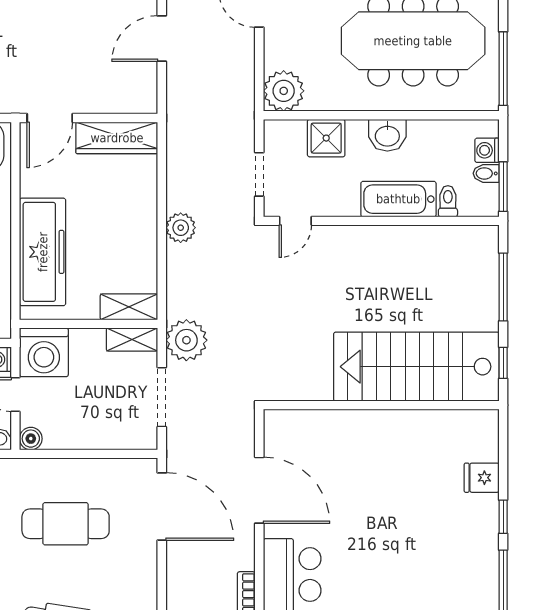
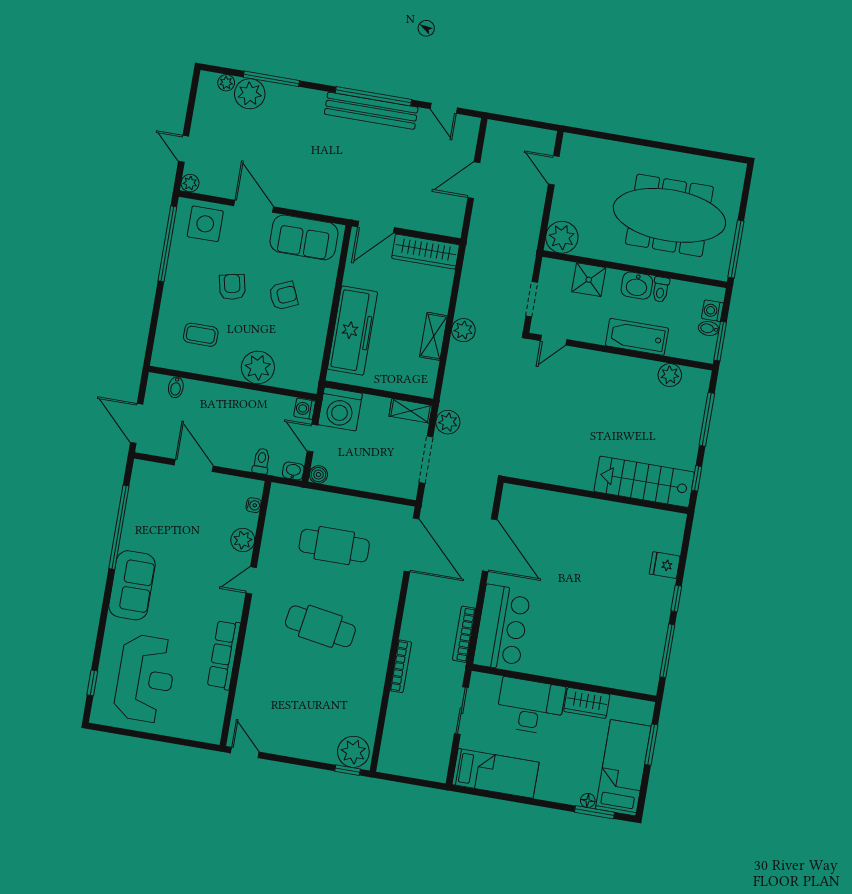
toilet: (448, 201) -> (661, 289), moved, turned 180
plant: (448, 240) -> (670, 375), added
shelving: (129, 307) -> (434, 336), moved, turned 90
plant: (186, 340) -> (448, 422), width x0.73, depth x0.73
stairs: (416, 367) -> (644, 482), width x0.73, depth x0.66

